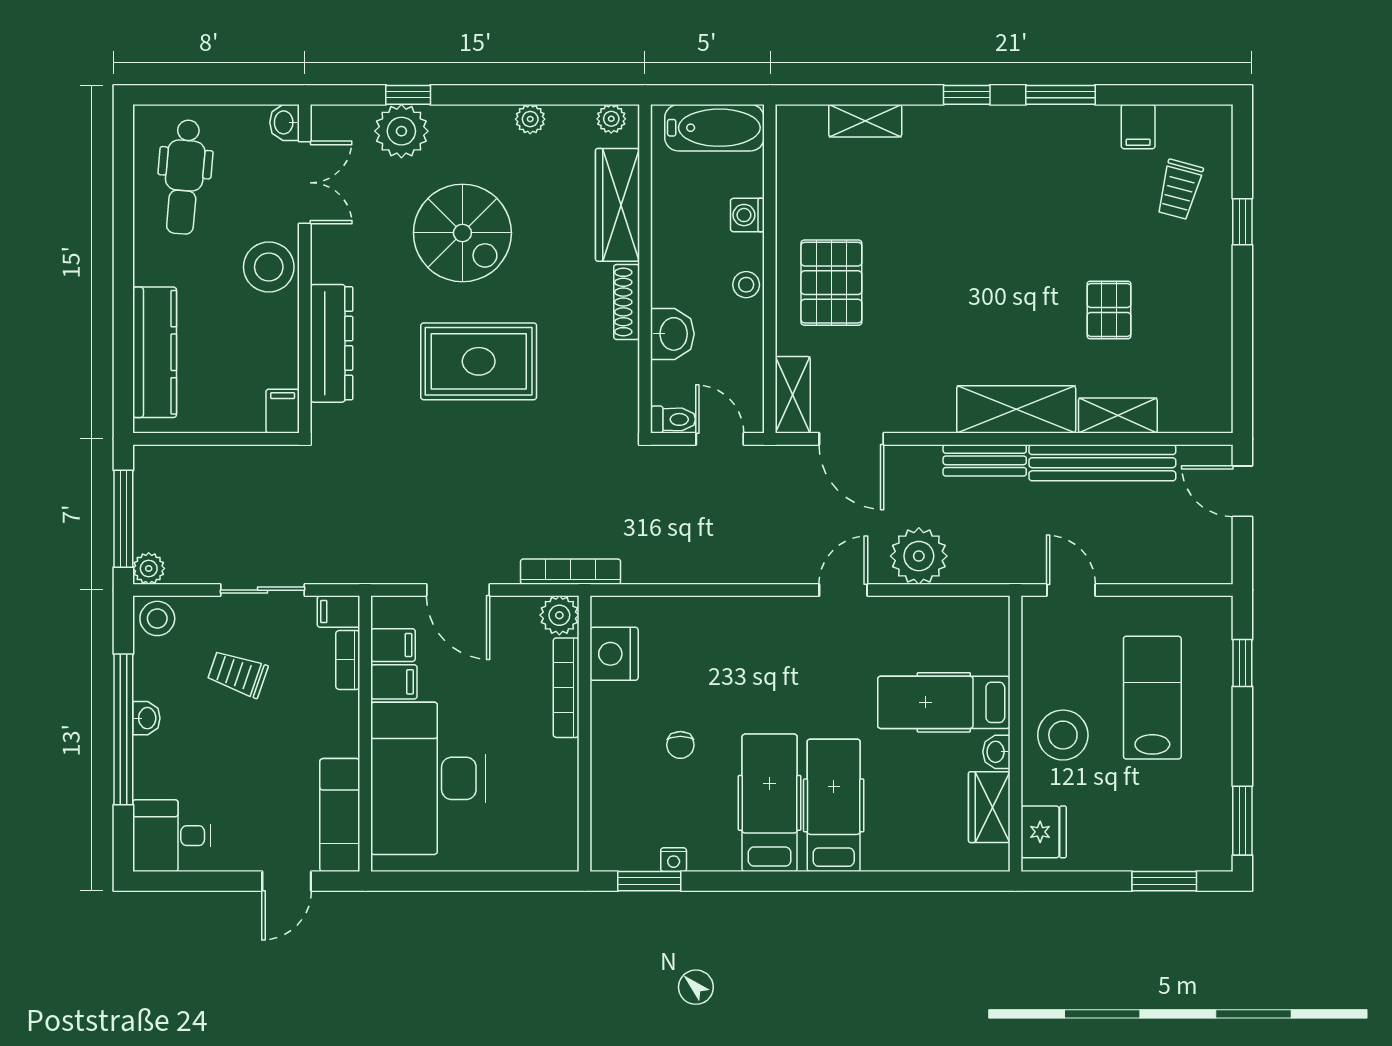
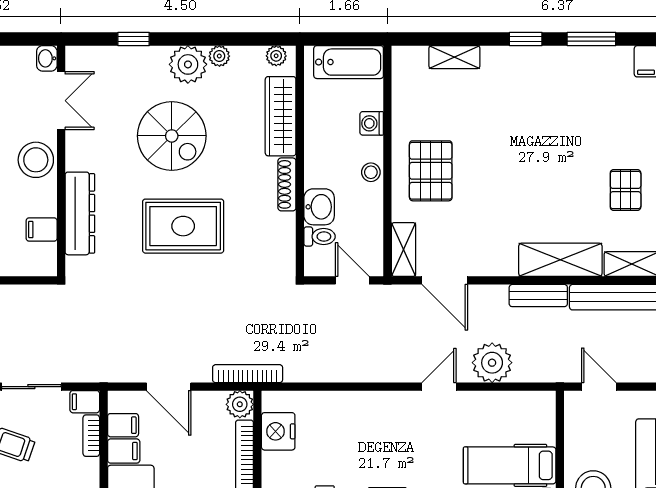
plant: (401, 131) -> (188, 64), moved
filing cabinet: (283, 411) -> (42, 230), moved, turned -90
toilet: (673, 419) -> (320, 237), moved

